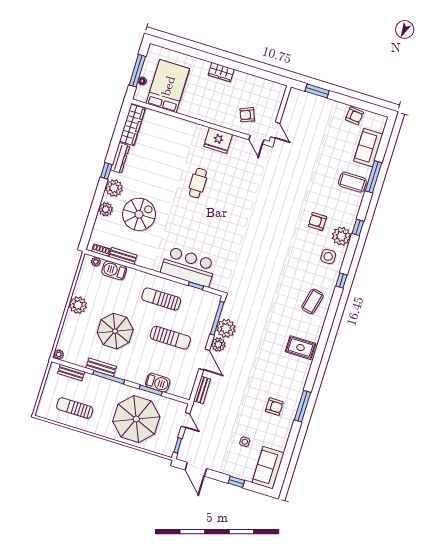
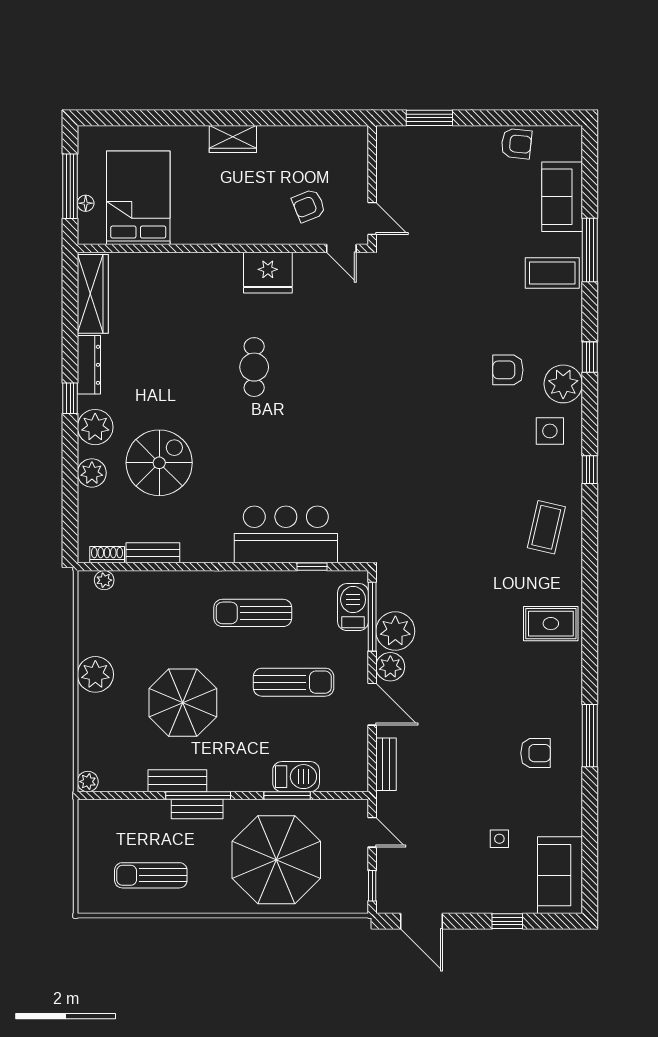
barbecue: (114, 270) -> (353, 607), moved, turned 90
bench: (71, 373) -> (197, 809), moved

